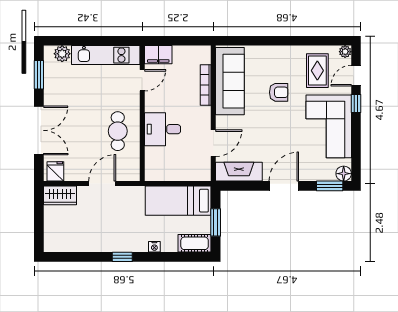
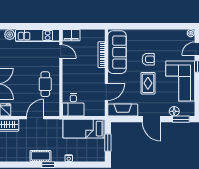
rug: (317, 71) -> (148, 83), moved
door: (142, 80) -> (61, 52), hinge flipped
desk: (162, 129) -> (73, 105), moved, turned -90
floor lamp: (344, 174) -> (174, 111), moved
door: (284, 186) -> (152, 119), swing flipped
cot: (195, 243) -> (40, 156), moved

